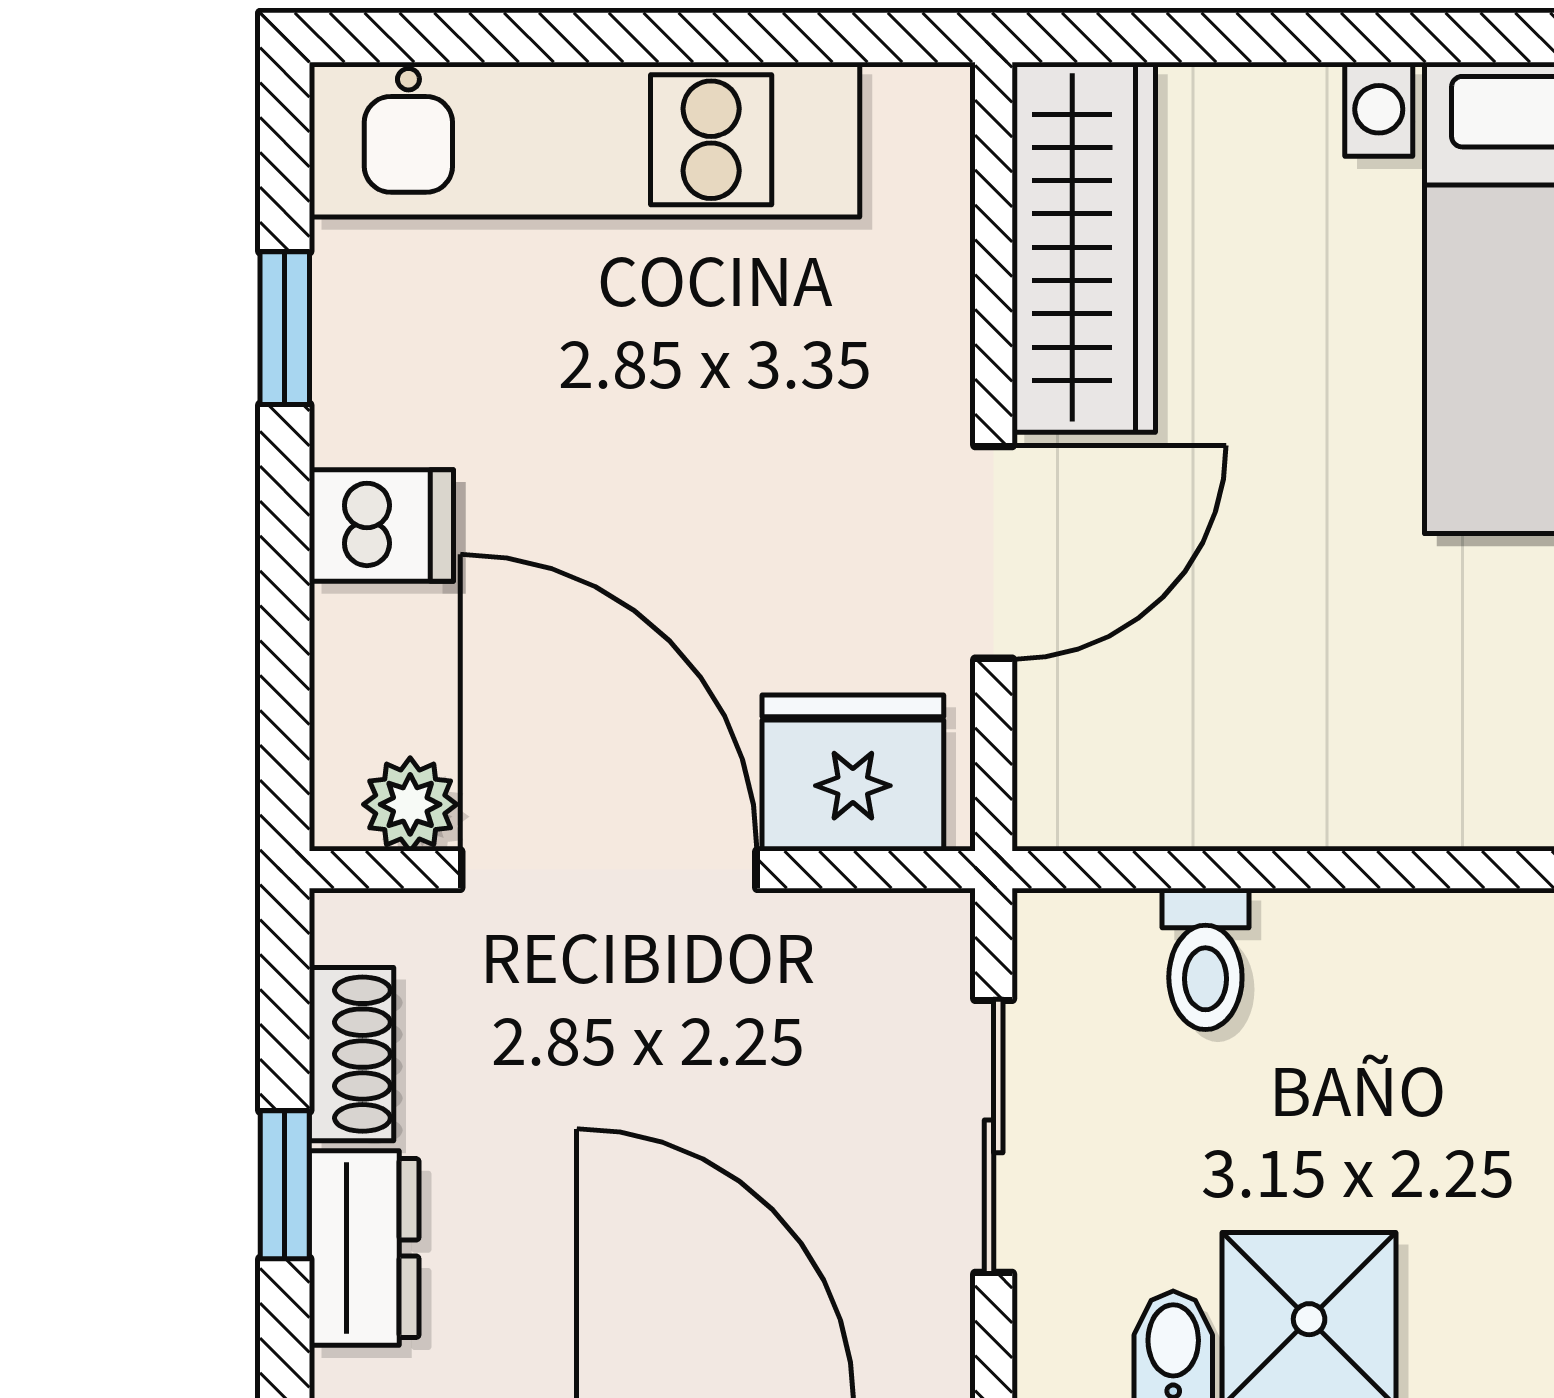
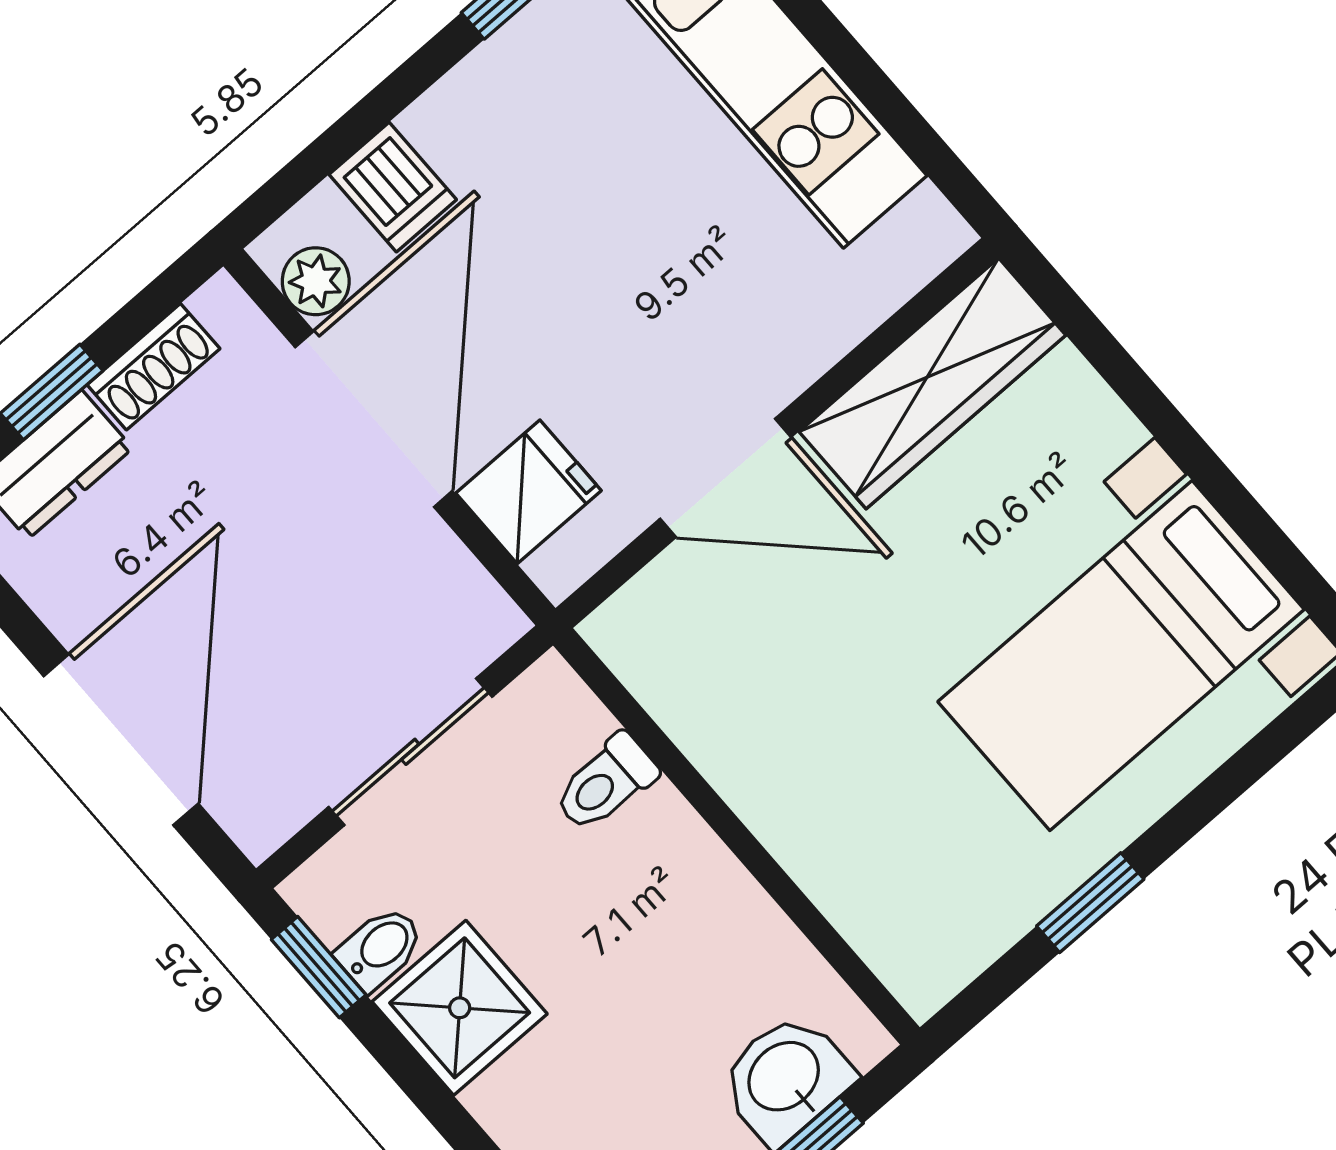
dishwasher: (381, 526) -> (393, 187), moved
fridge: (853, 773) -> (528, 492), width x0.72

